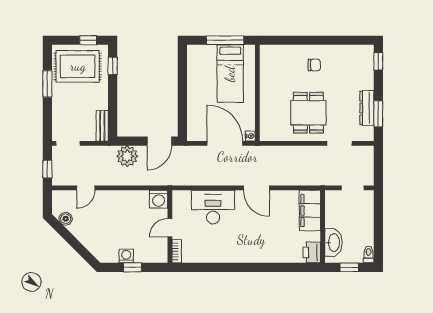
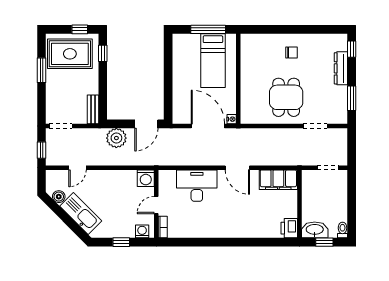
dresser: (367, 108) -> (341, 68), moved
filing cabinet: (310, 210) -> (278, 180), moved, turned -90
kitchen sink: (89, 237) -> (81, 213), added
washbasin: (333, 243) -> (315, 230), moved, turned -90
washing machine: (126, 256) -> (142, 231), moved

